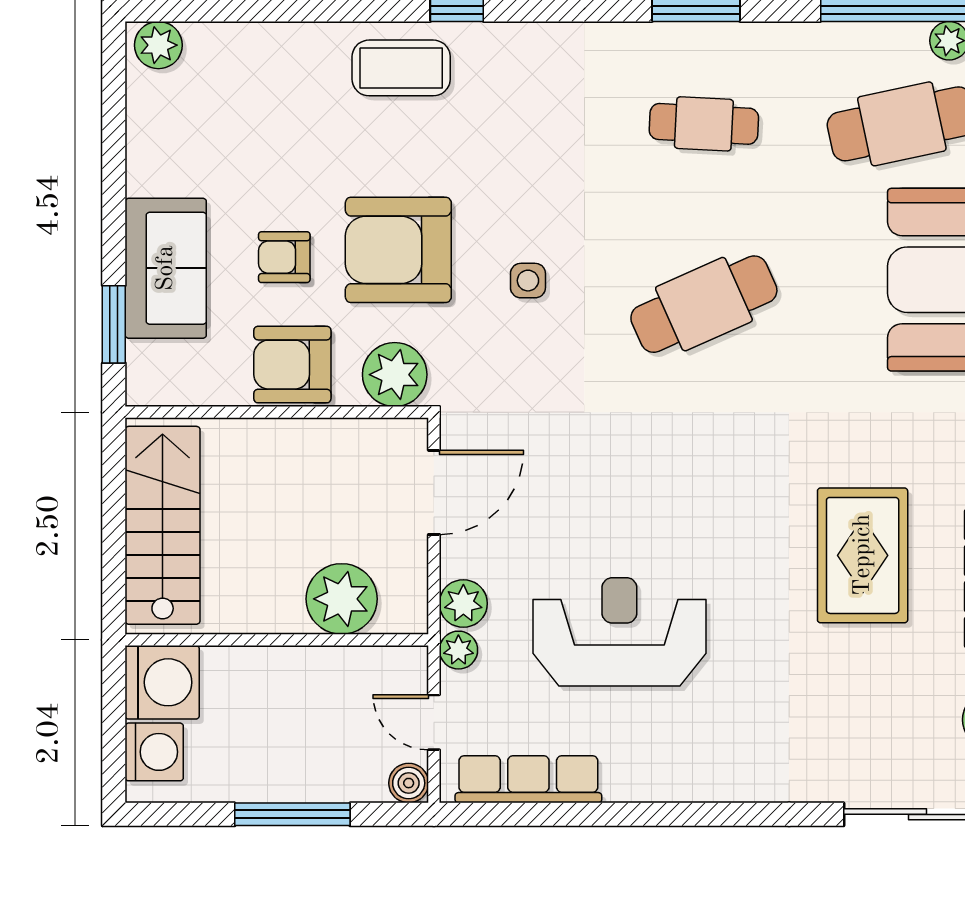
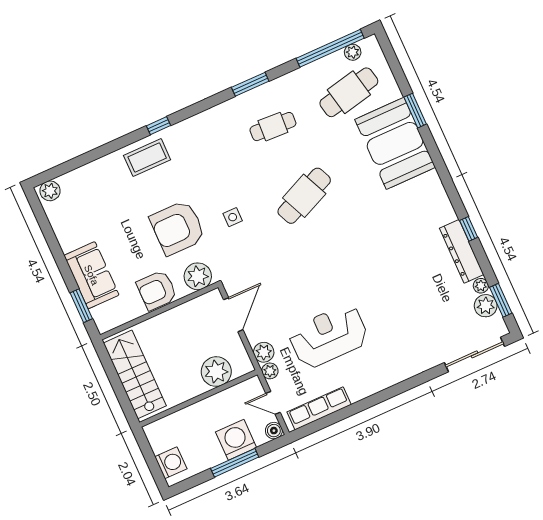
armchair: (284, 257) -> (135, 250), removed
rug: (863, 555) -> (409, 265), removed
washing machine: (162, 682) -> (236, 440), moved, turned -90

